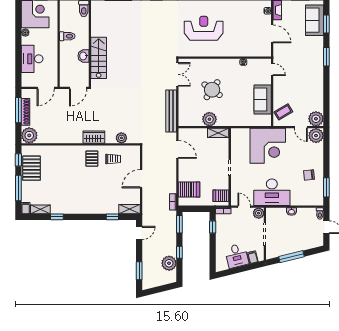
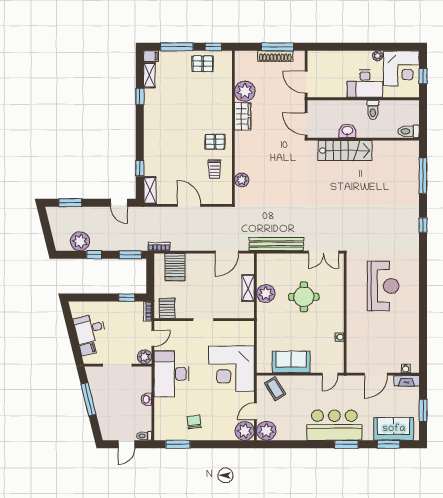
desk: (32, 59) -> (365, 84), moved, turned 180
bar counter: (312, 66) -> (334, 425), added
round table: (212, 90) -> (304, 297), turned -35
shelving: (218, 133) -> (248, 288), moved
plant: (29, 135) -> (245, 91), moved
wardrobe: (94, 137) -> (243, 116), moved
pallet: (31, 168) -> (203, 64), width x0.67, depth x0.71

